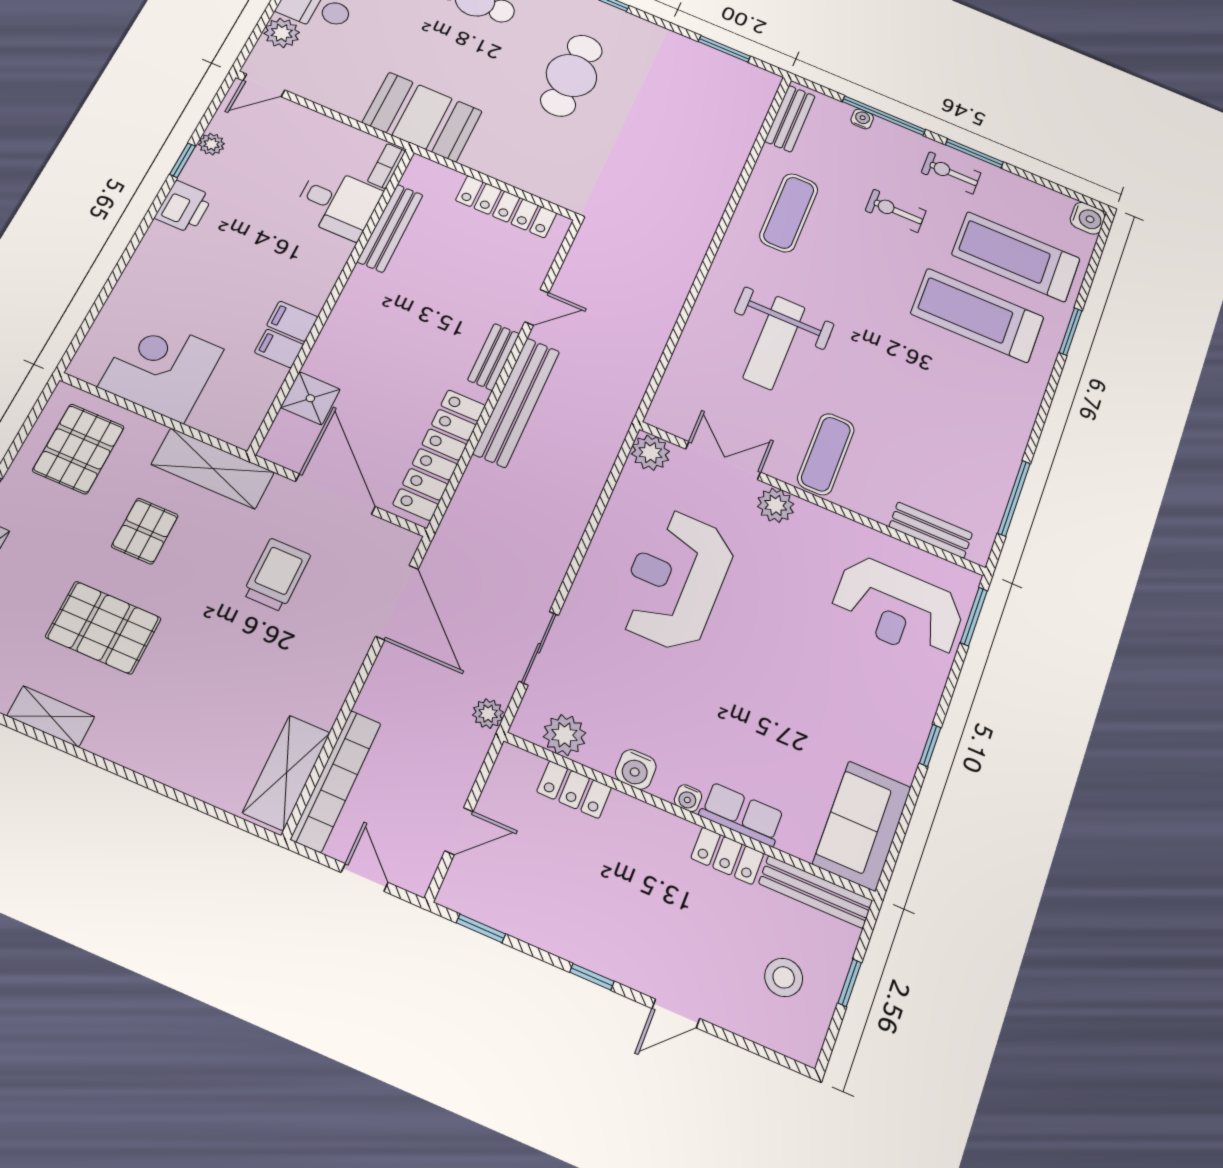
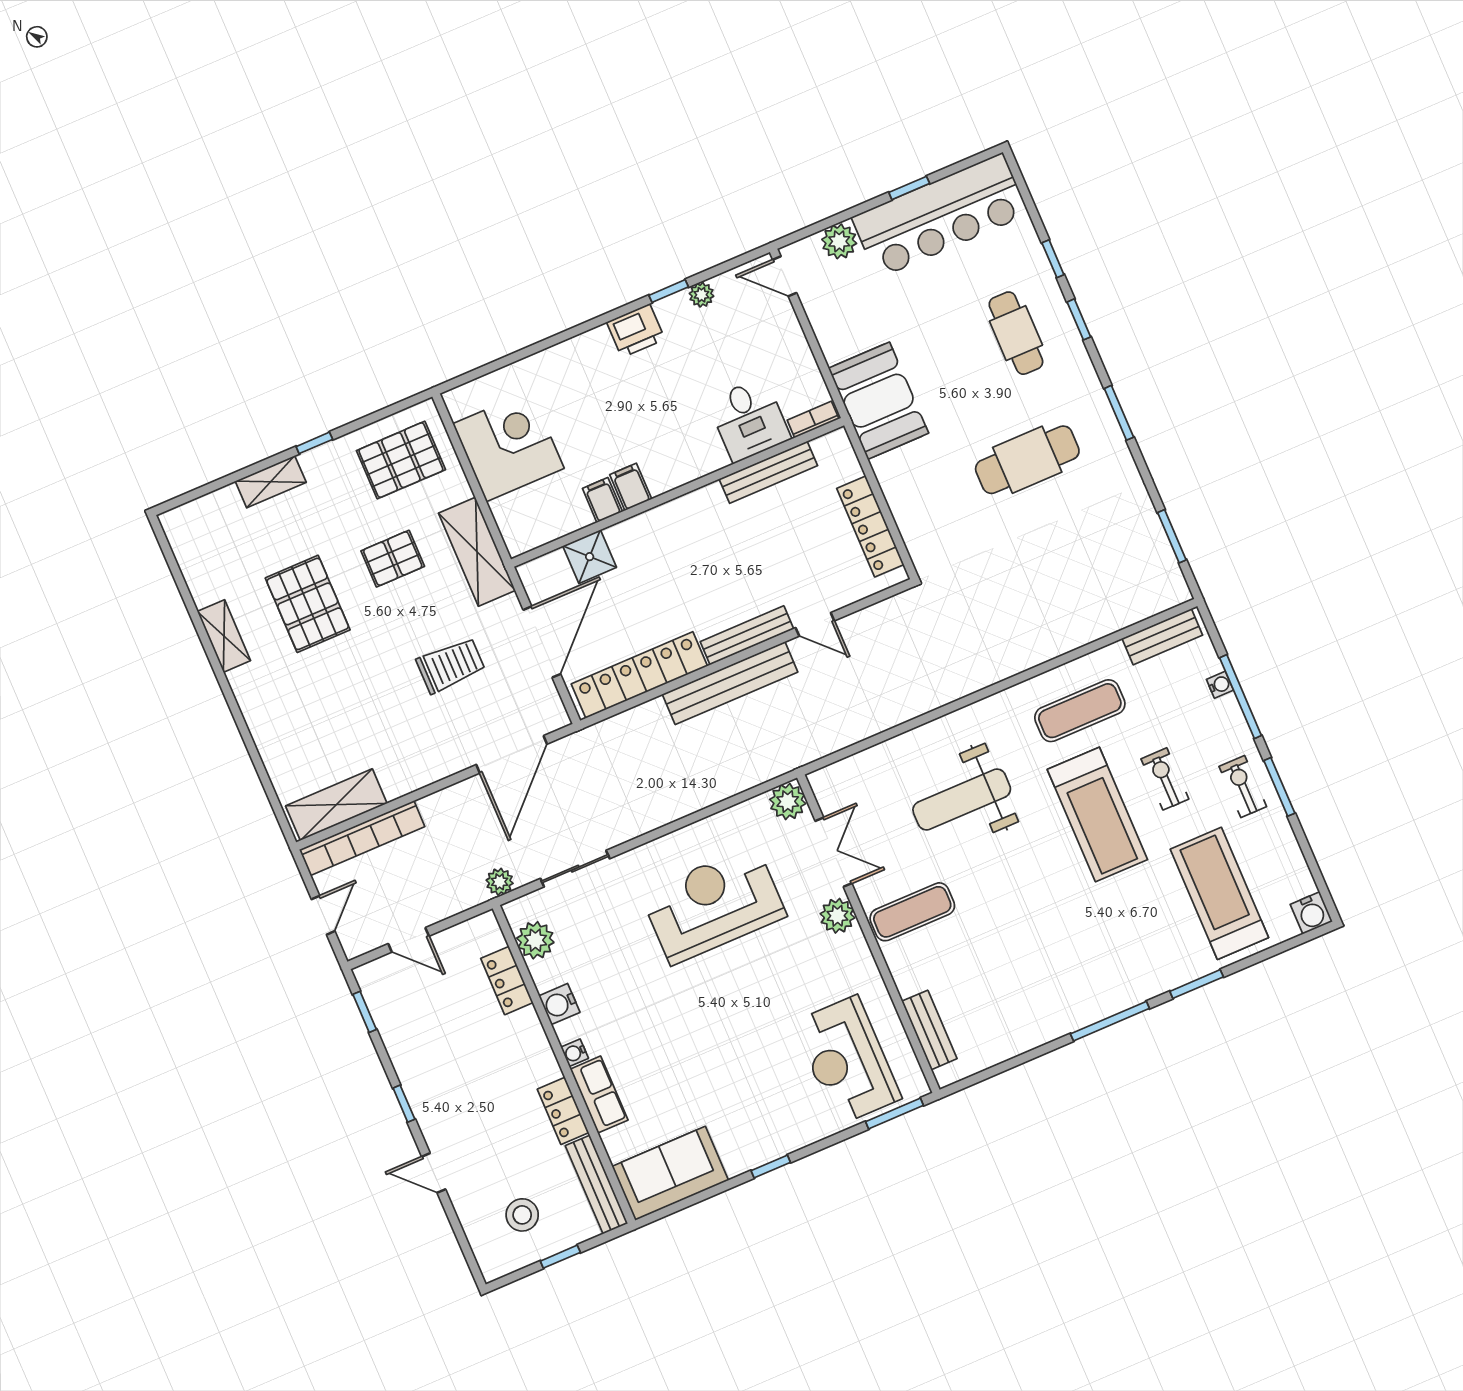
treadmill: (977, 315) -> (1097, 815), moved, turned 180
bench: (494, 357) -> (747, 635), width x1.36
window: (1014, 498) -> (1110, 1021), moved

